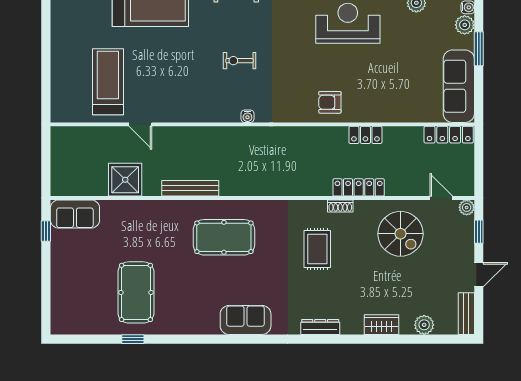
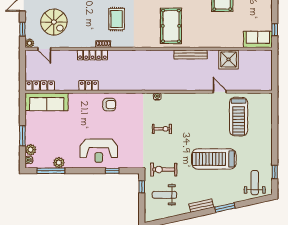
sofa: (459, 86) -> (47, 102), moved, turned 90
spiral stairs: (401, 234) -> (54, 22), moved, turned 180
pool table: (224, 237) -> (171, 26), turned 90

